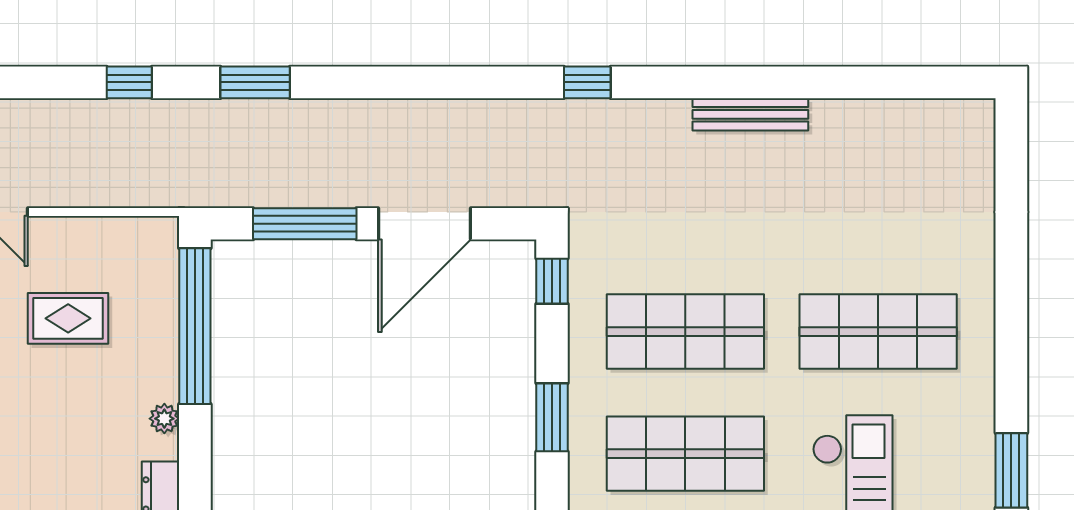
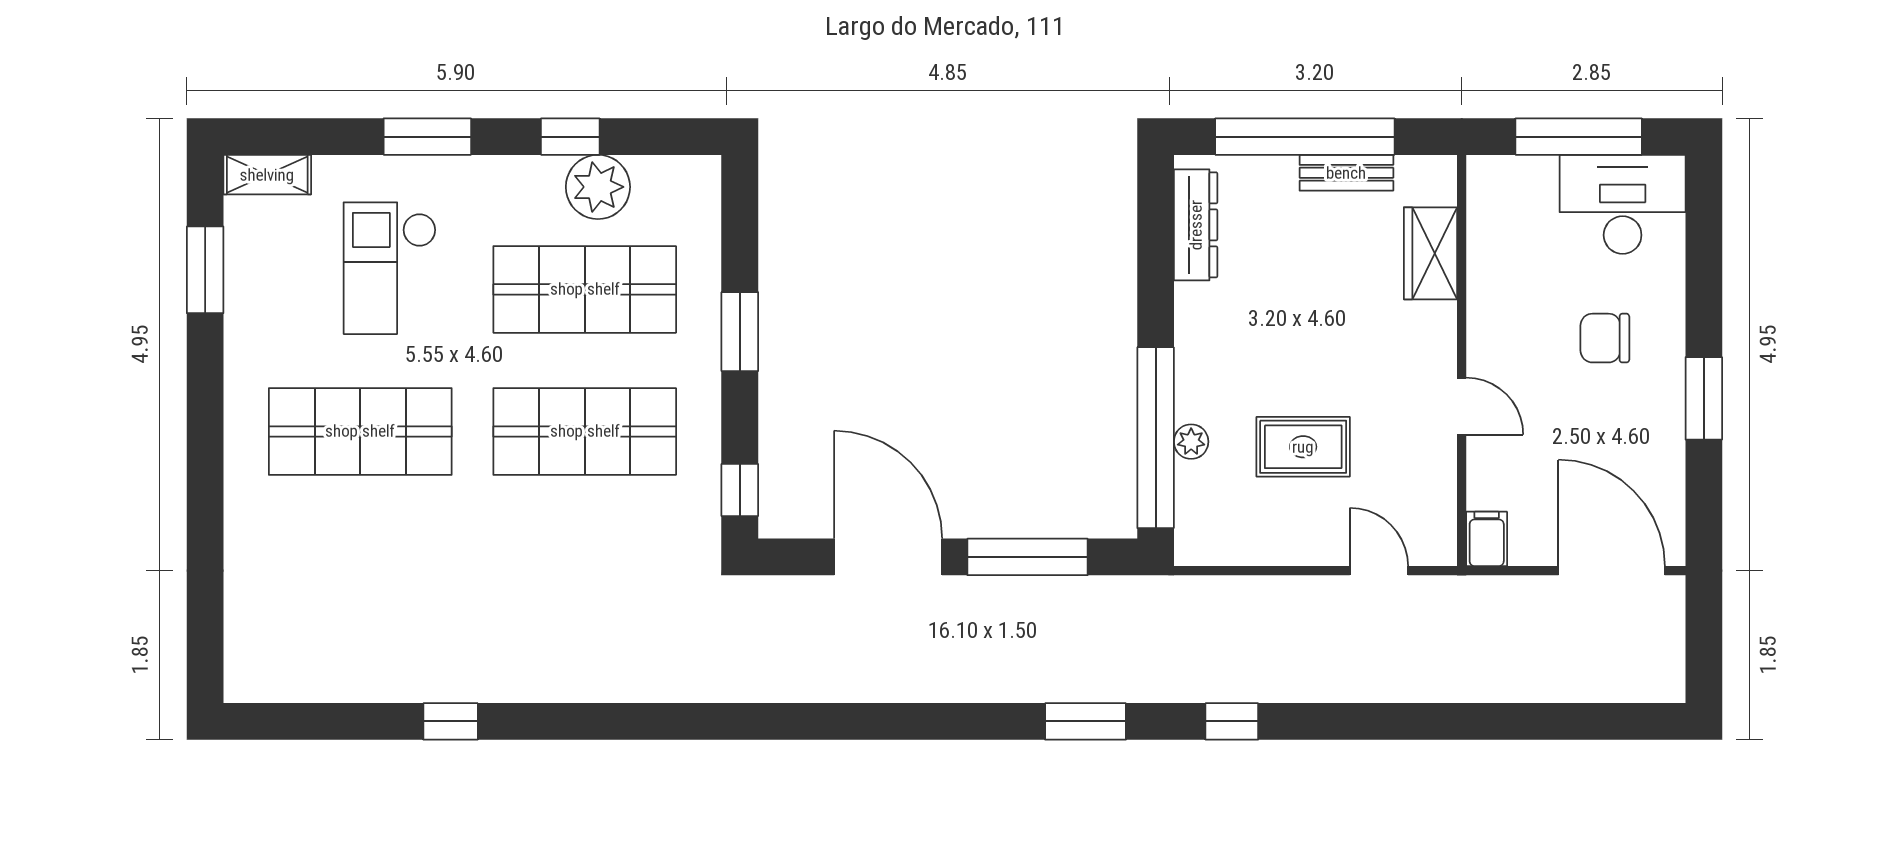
window: (587, 82) -> (451, 721), moved
bench: (750, 114) -> (509, 684), removed
door: (425, 224) -> (888, 557), hinge flipped
plant: (164, 419) -> (1191, 442), moved

